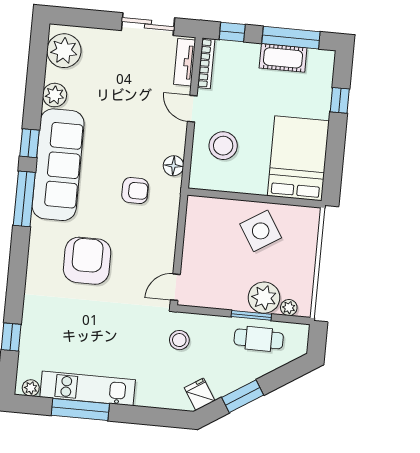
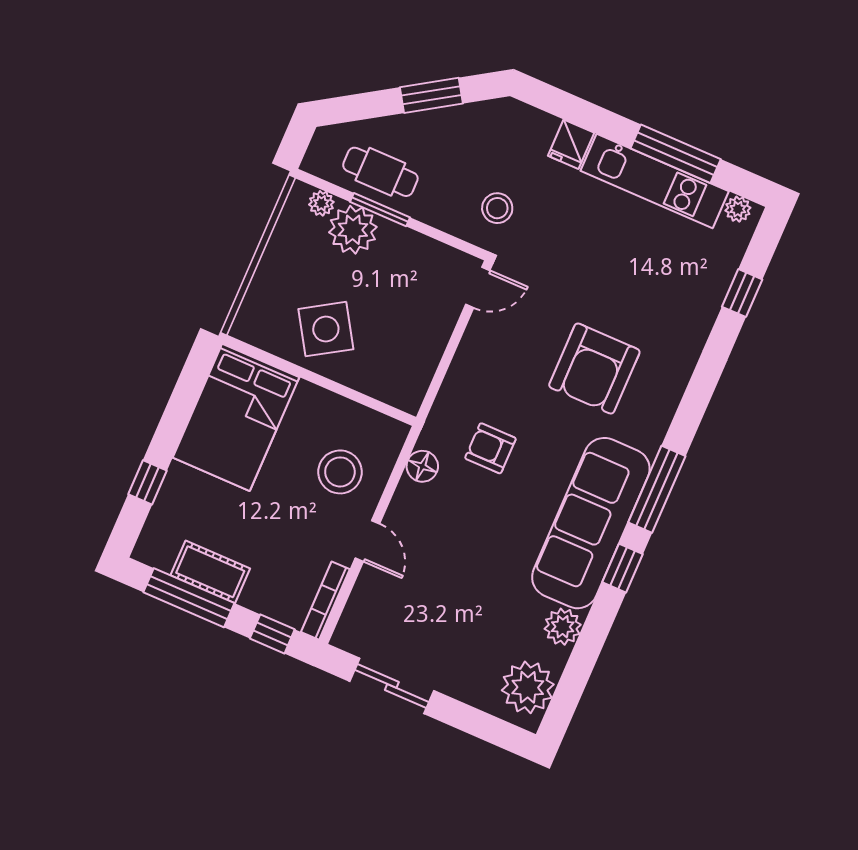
tv unit: (185, 62) -> (357, 613), removed
fridge: (200, 394) -> (571, 144), moved, turned 33

